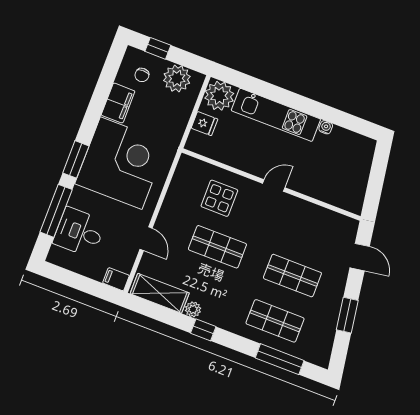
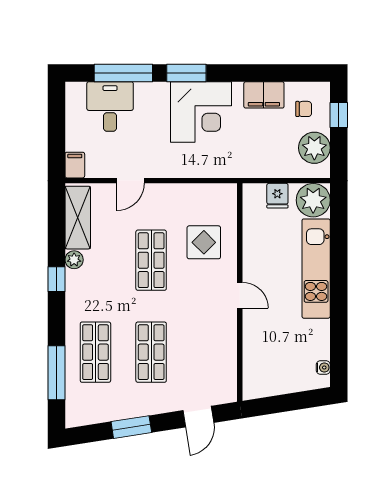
chair: (142, 75) -> (304, 109), turned 180
water cooler: (326, 127) -> (323, 367), moved
corner desk: (121, 163) -> (201, 112), width x0.74, depth x0.74

